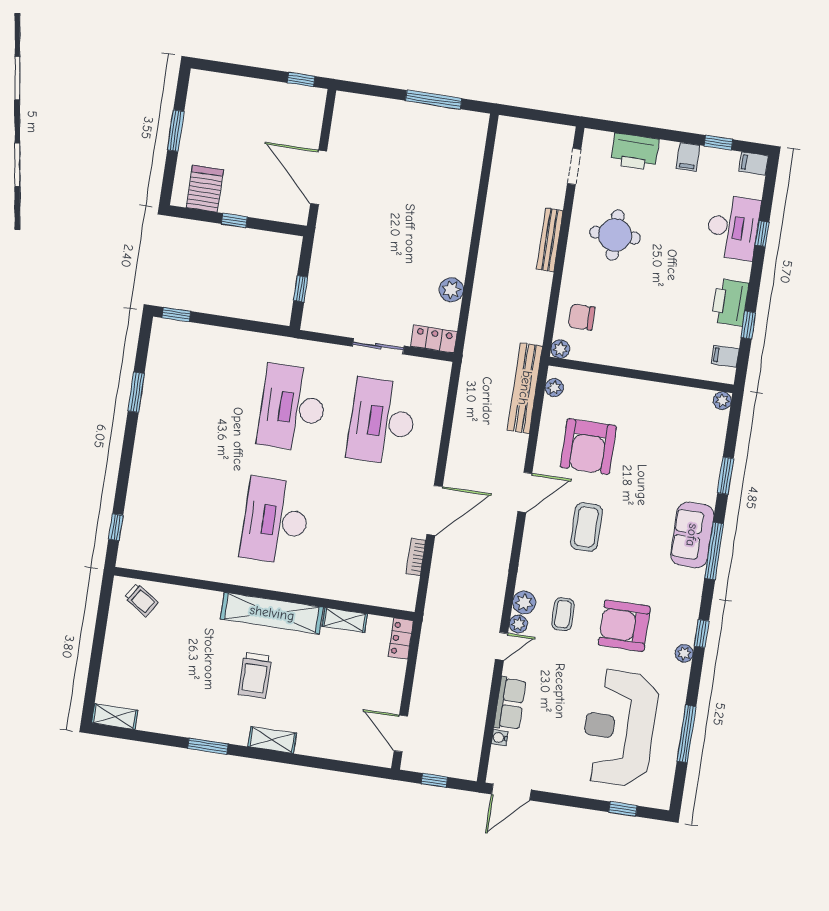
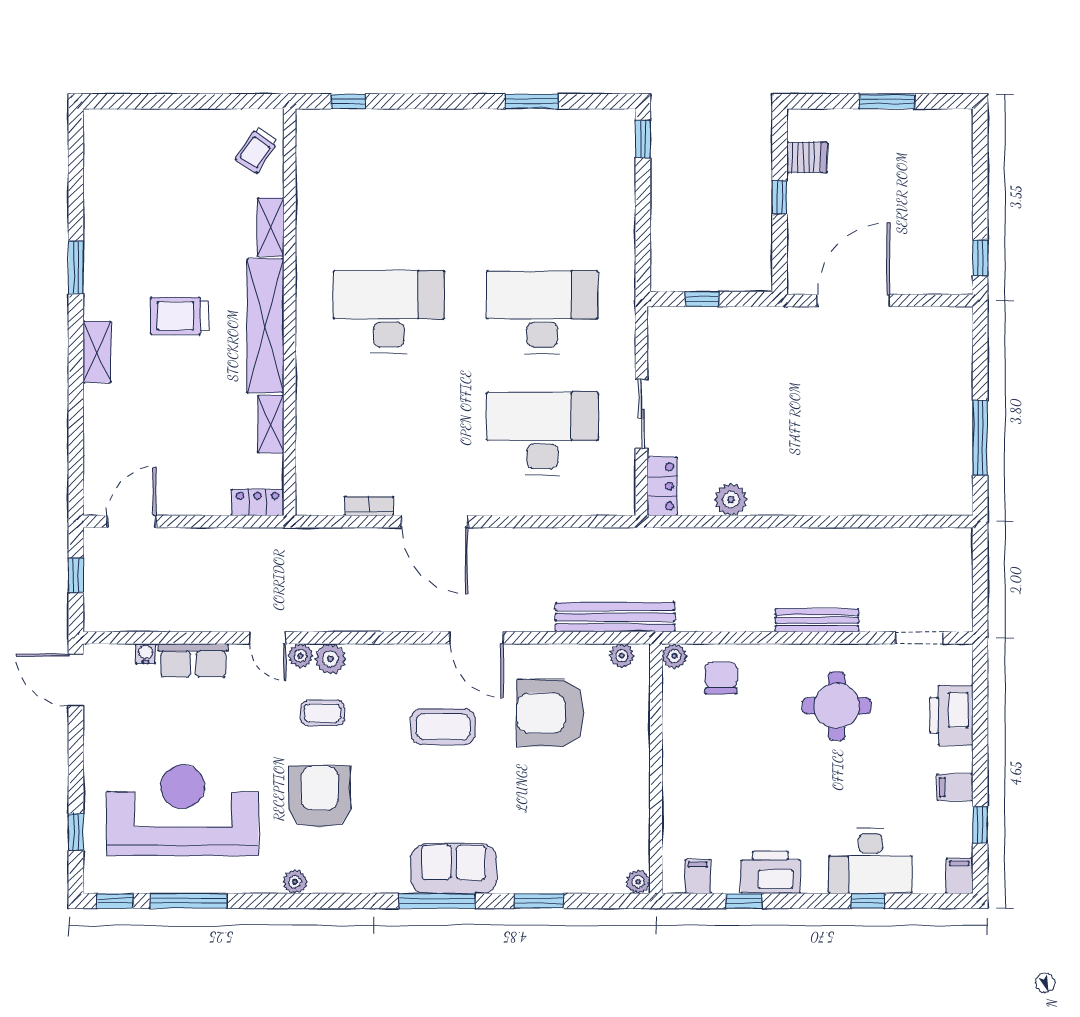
server rack: (205, 189) -> (807, 157), width x0.73, depth x0.70
window: (702, 633) -> (115, 901), moved
shelving: (115, 717) -> (271, 227), moved

